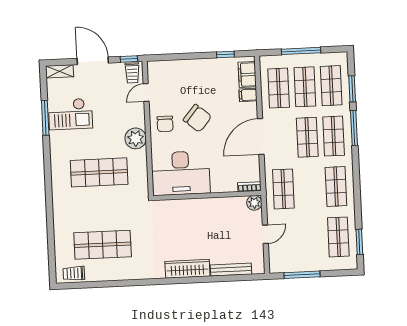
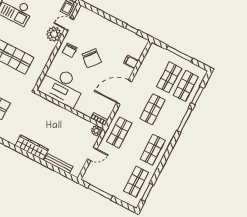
filing cabinet: (247, 75) -> (138, 49), removed
shop shelf: (279, 88) -> (152, 69), removed
shop shelf: (334, 136) -> (169, 118), removed
plant: (136, 138) -> (54, 34), moved

